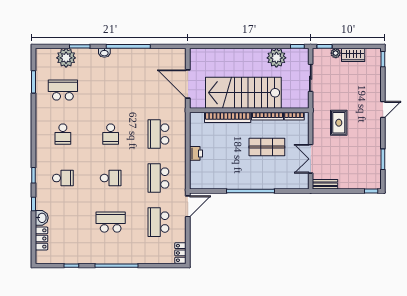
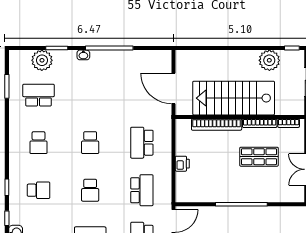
school desk: (111, 178) -> (90, 190), turned 90
school desk: (158, 178) -> (142, 190), turned 180

